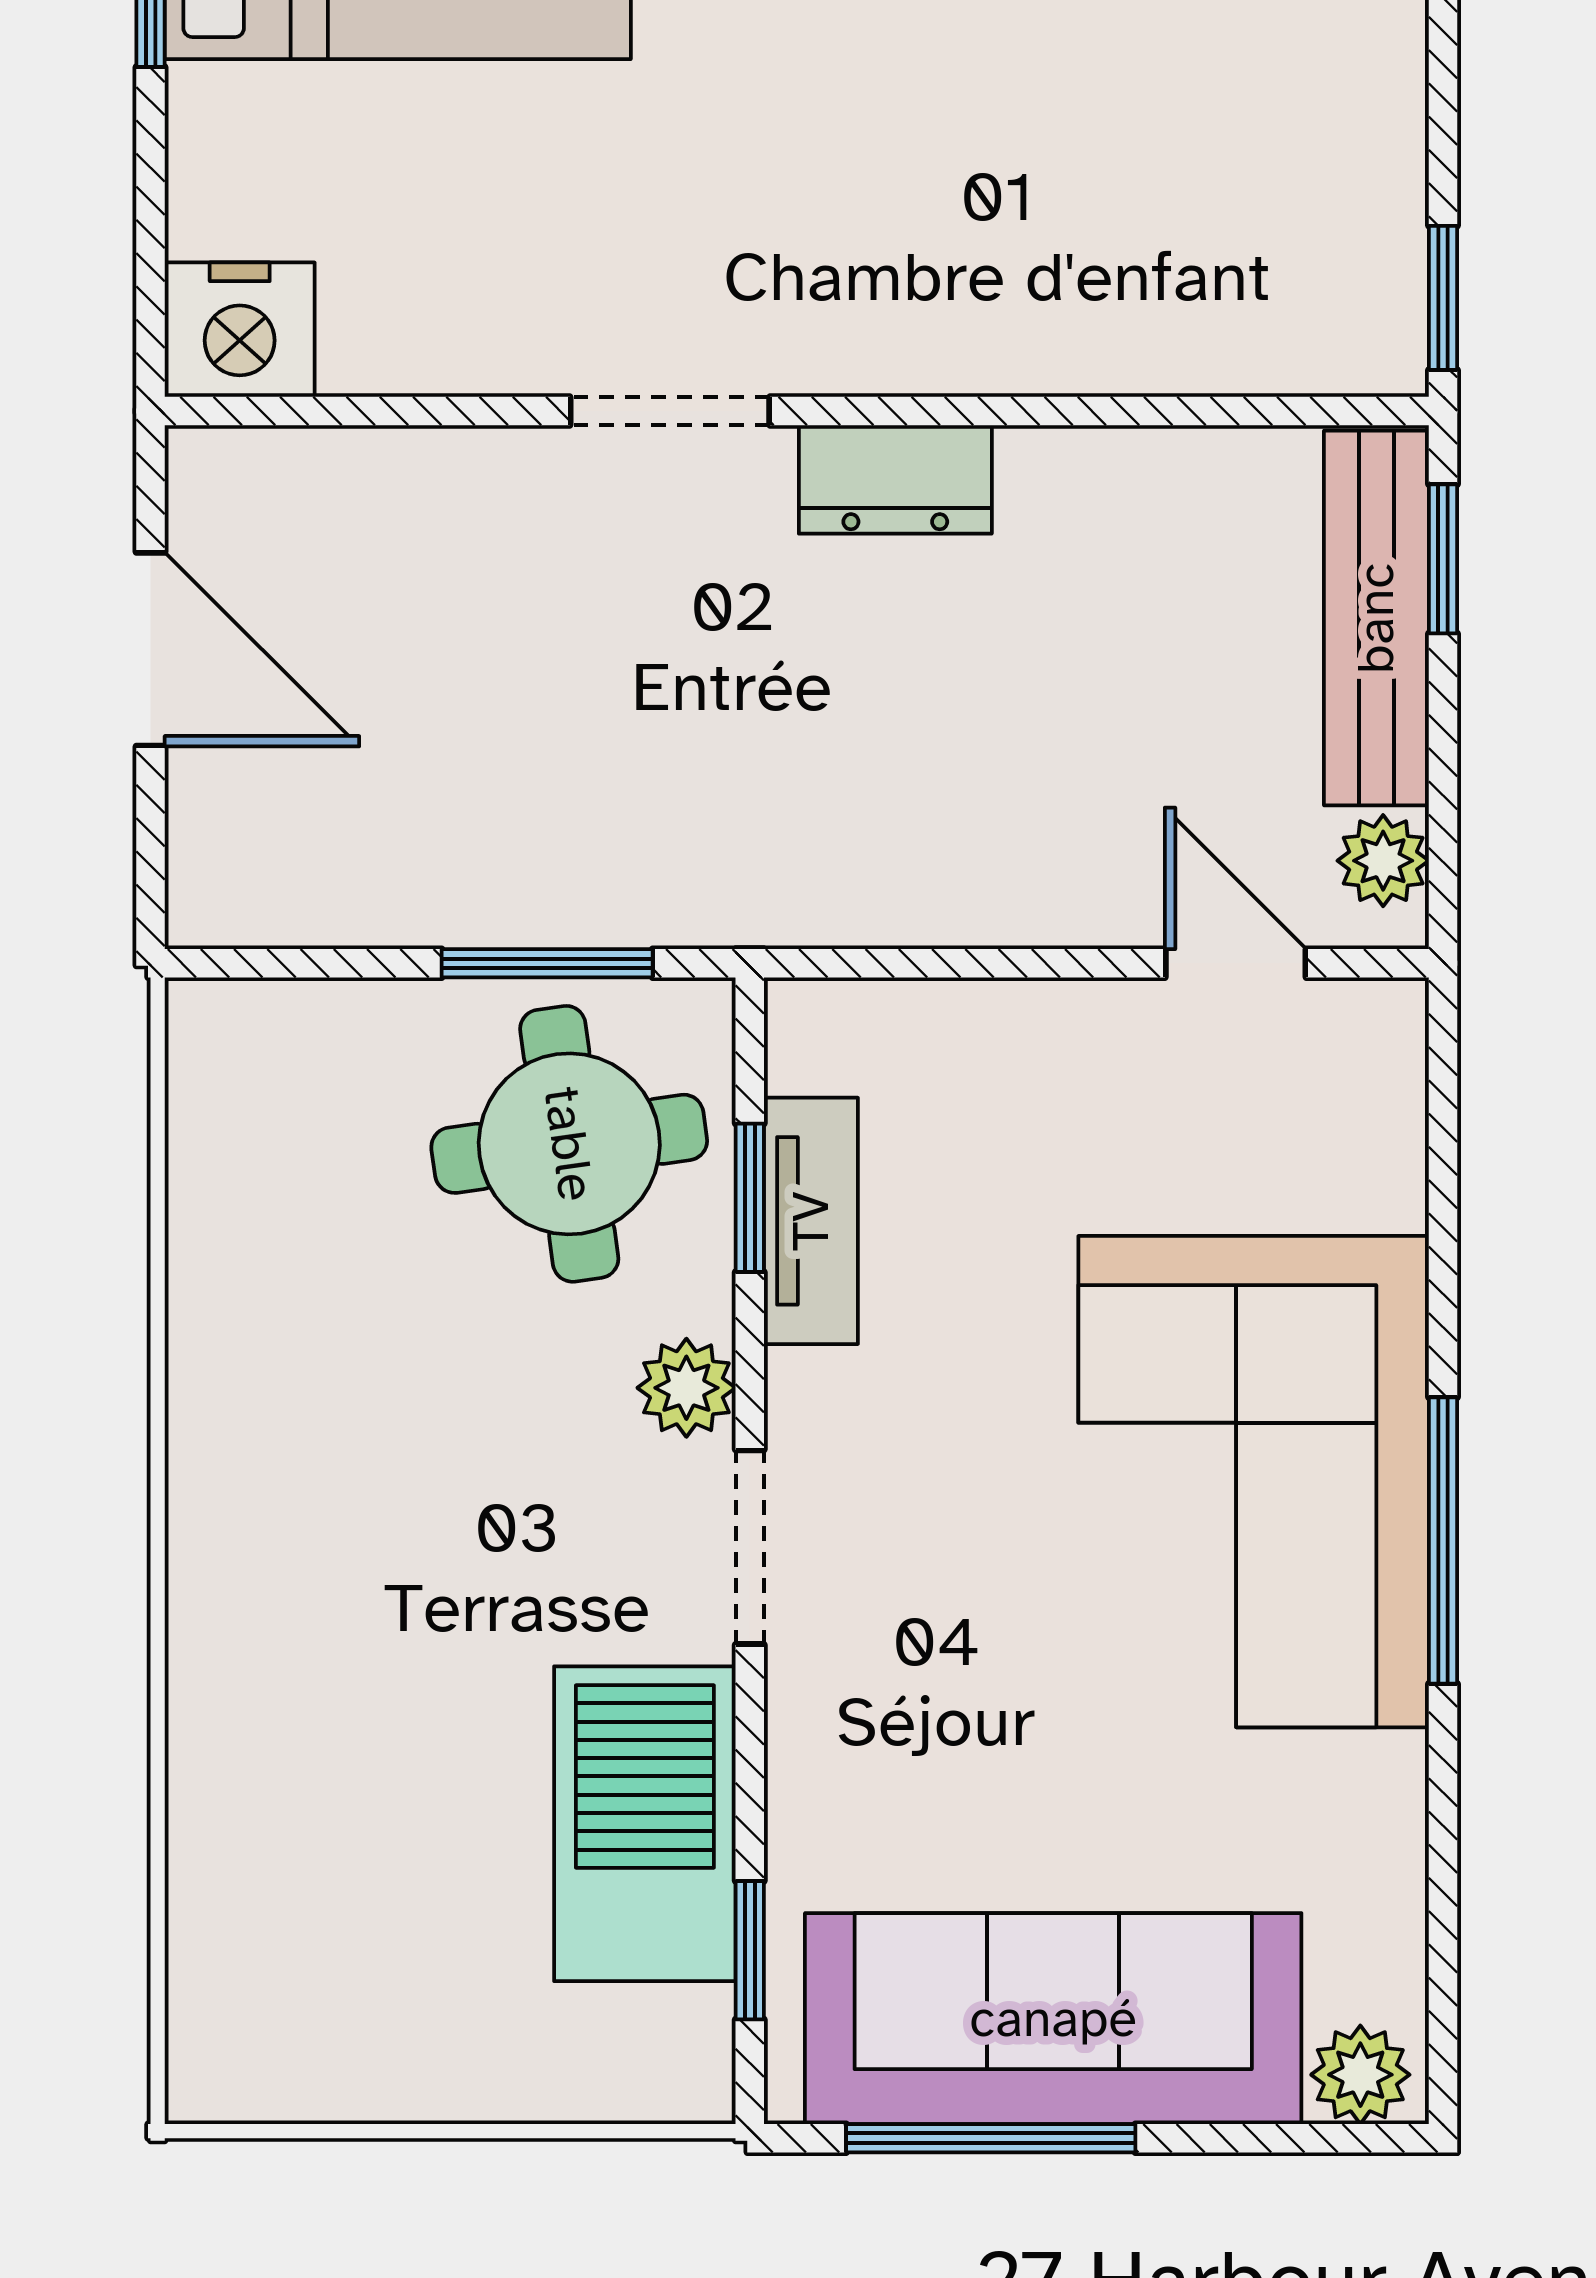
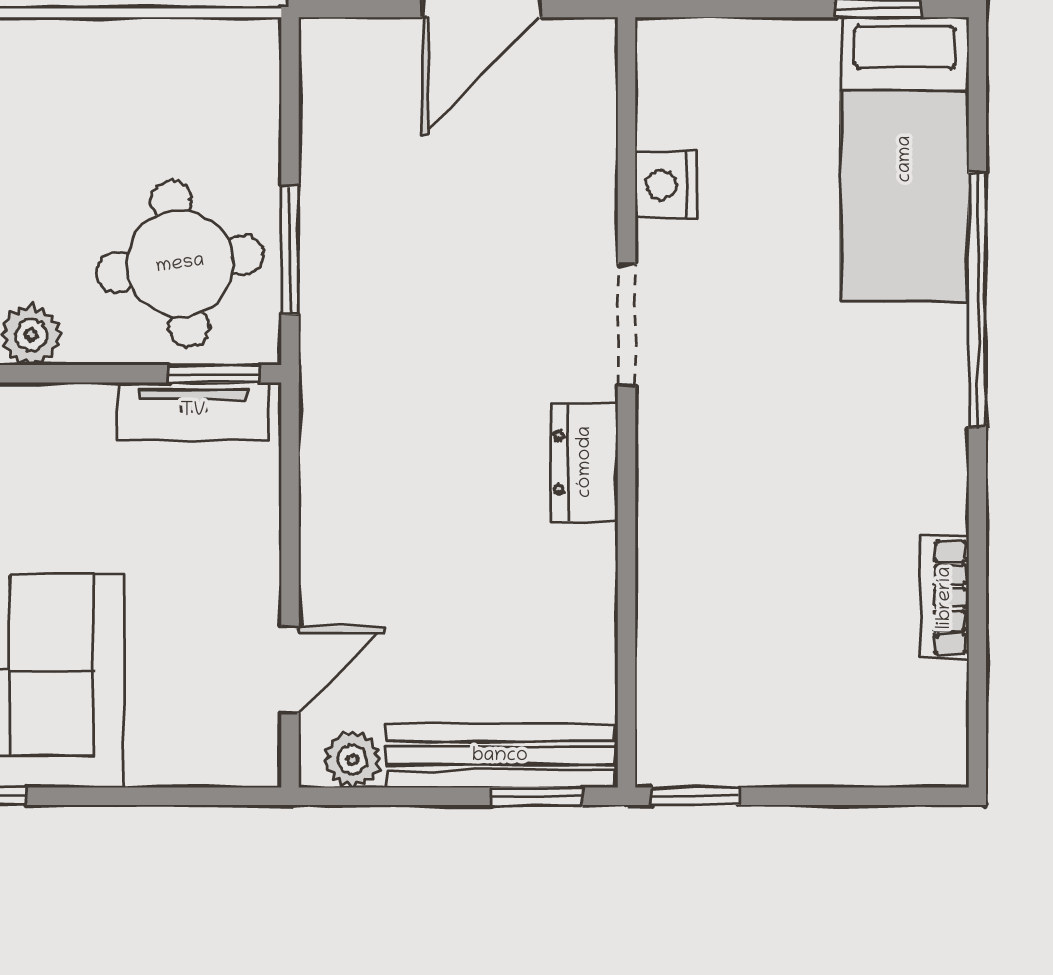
nightstand: (240, 330) -> (666, 185), moved, width x0.74, depth x0.75
window: (750, 1198) -> (214, 374), moved
tv unit: (811, 1221) -> (193, 411), moved

